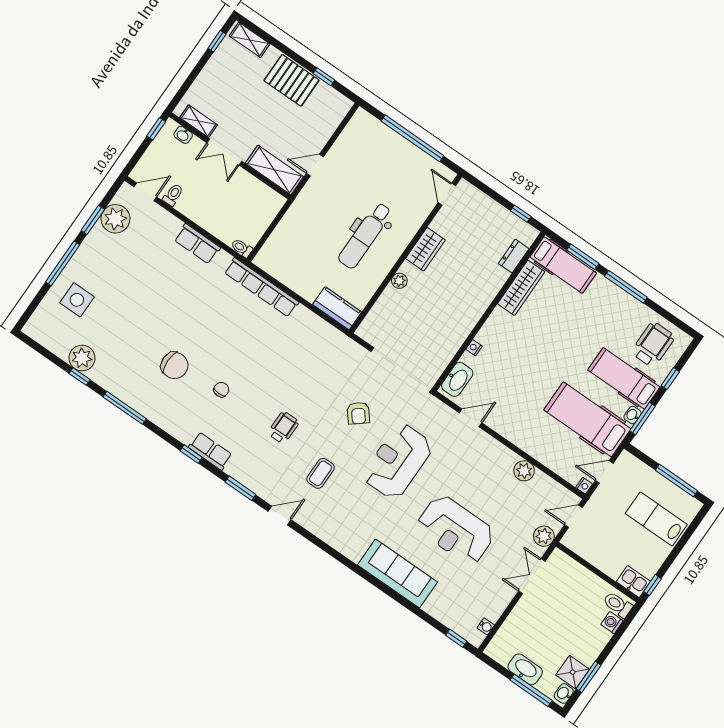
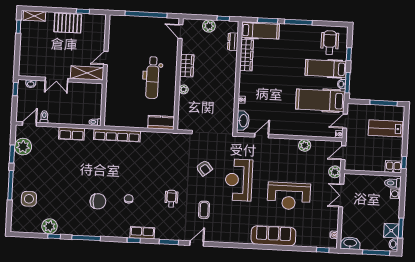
shelving: (199, 121) -> (34, 72), removed
plant: (493, 212) -> (209, 26), added
washbasin: (525, 669) -> (350, 243), moved

